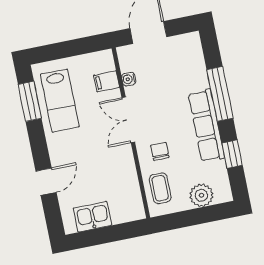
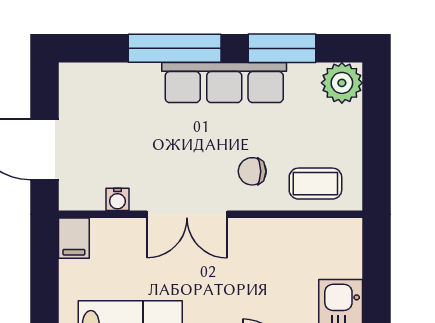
filing cabinet: (107, 81) -> (74, 238), moved
window: (232, 154) -> (282, 48), width x1.50
plant: (201, 195) -> (342, 83), moved

